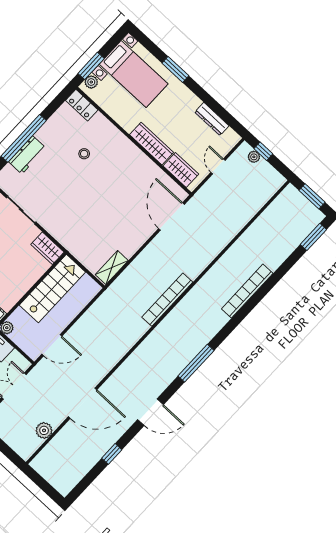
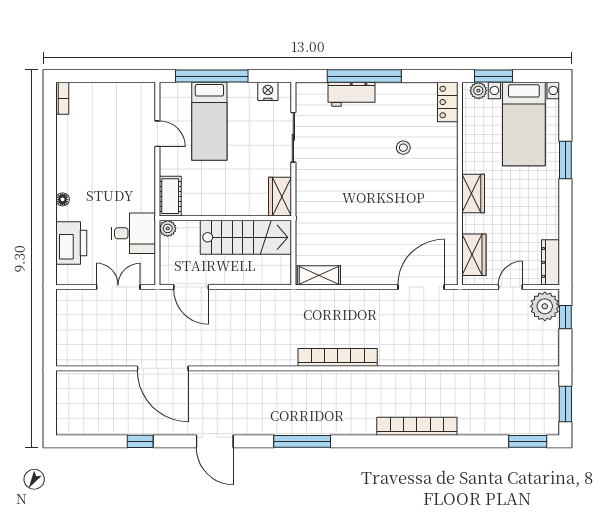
dresser: (212, 119) -> (550, 262), moved
wardrobe: (152, 144) -> (473, 193), width x0.67
plant: (254, 157) -> (545, 306), width x1.88, depth x1.88
plant: (44, 430) -> (102, 356), removed

